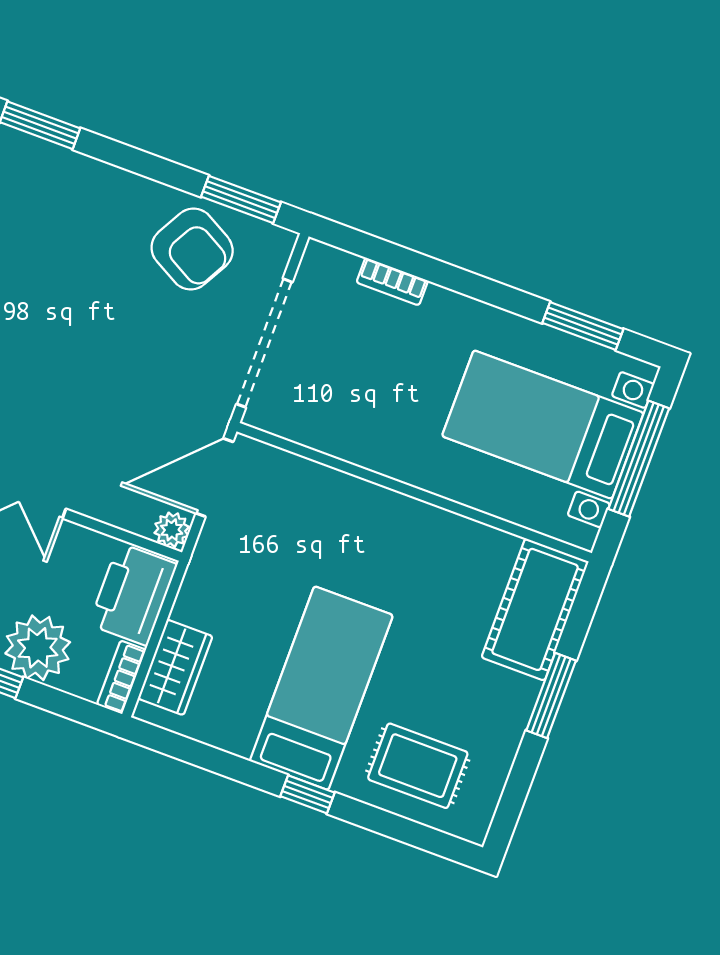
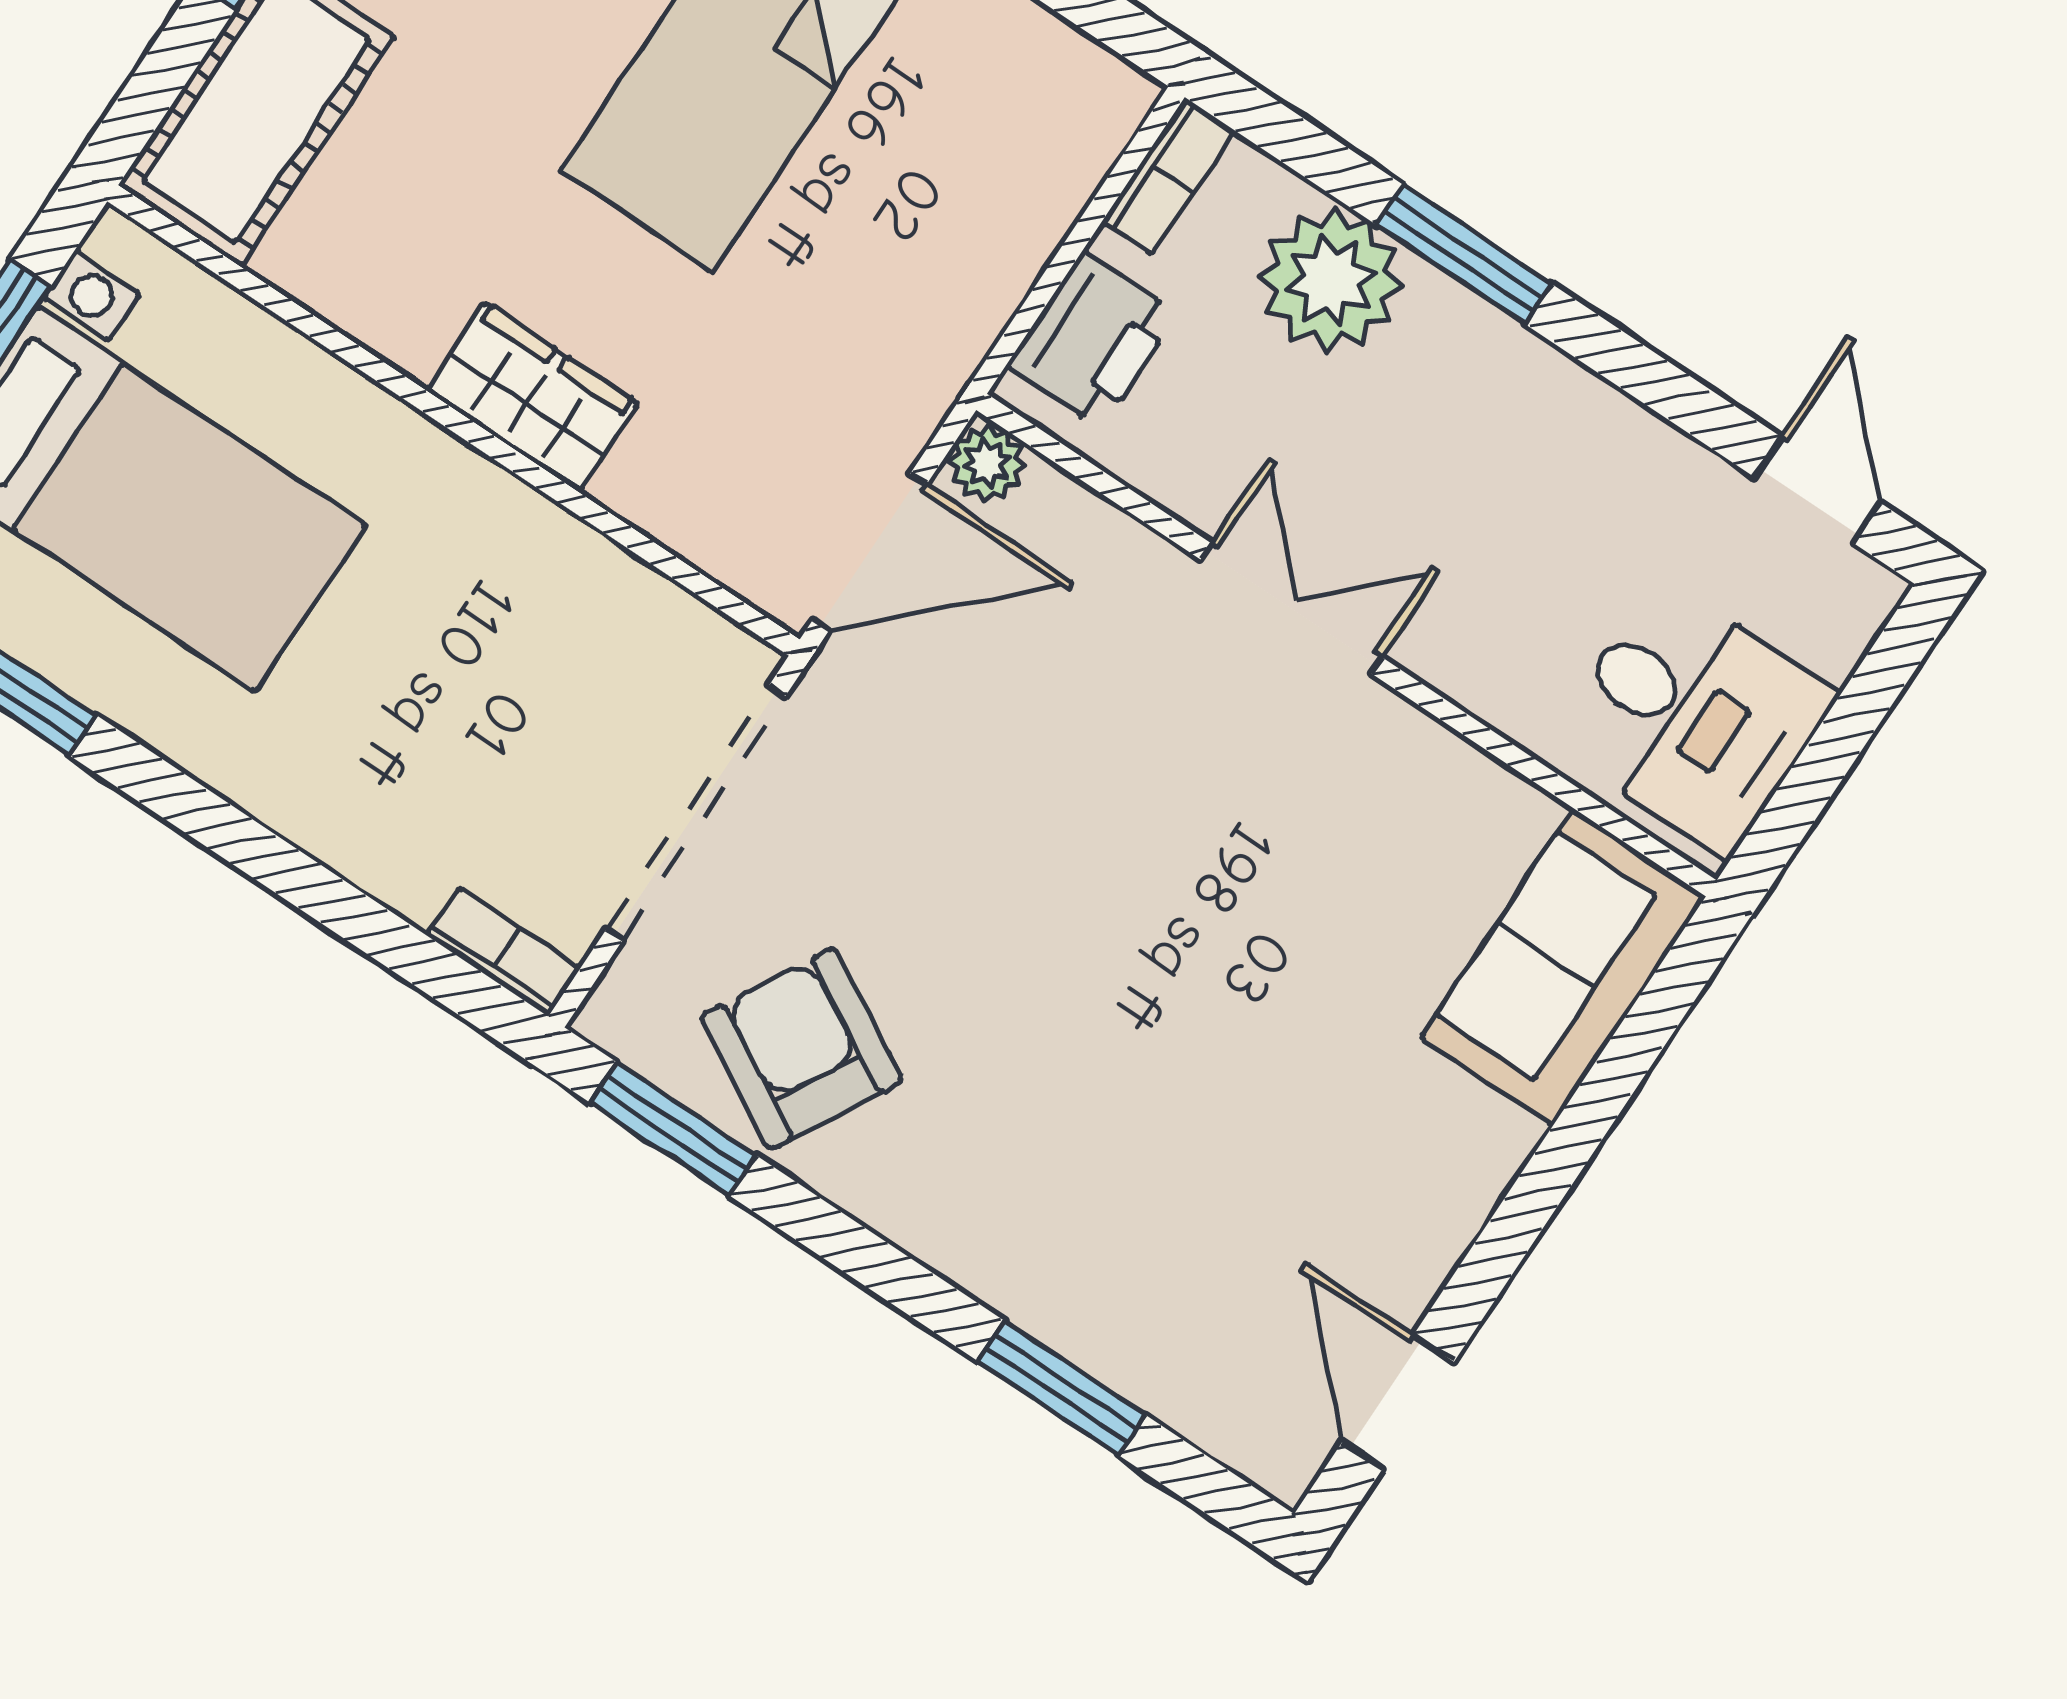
bookcase: (392, 282) -> (504, 952), moved
printer: (133, 594) -> (1092, 340), width x0.73, depth x0.84
wardrobe: (175, 667) -> (532, 397), moved, turned 90

